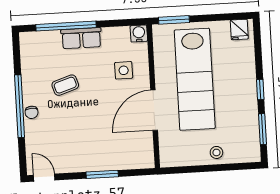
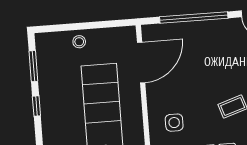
door: (154, 110) -> (141, 62), moved
window: (102, 174) -> (194, 18), width x2.11

